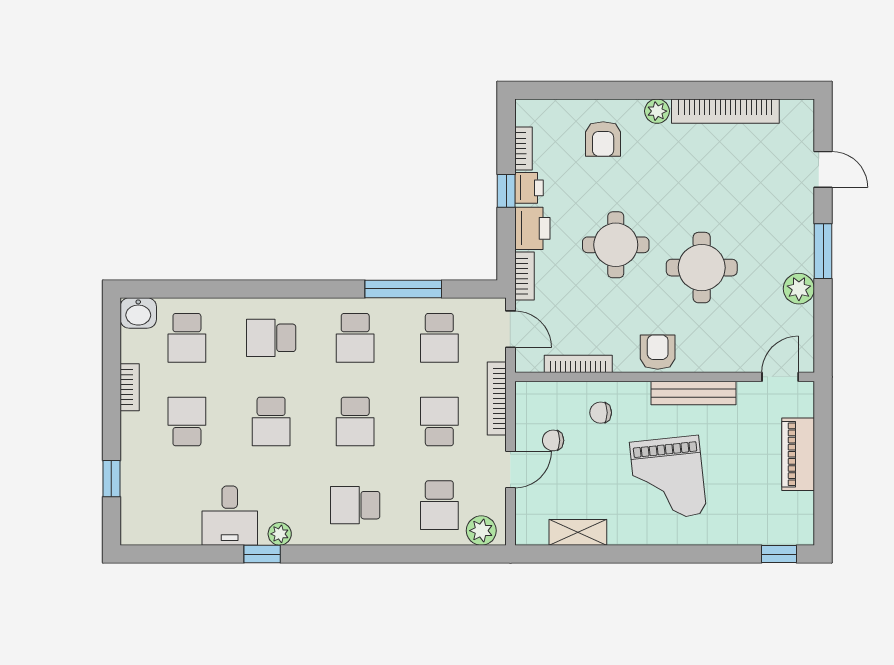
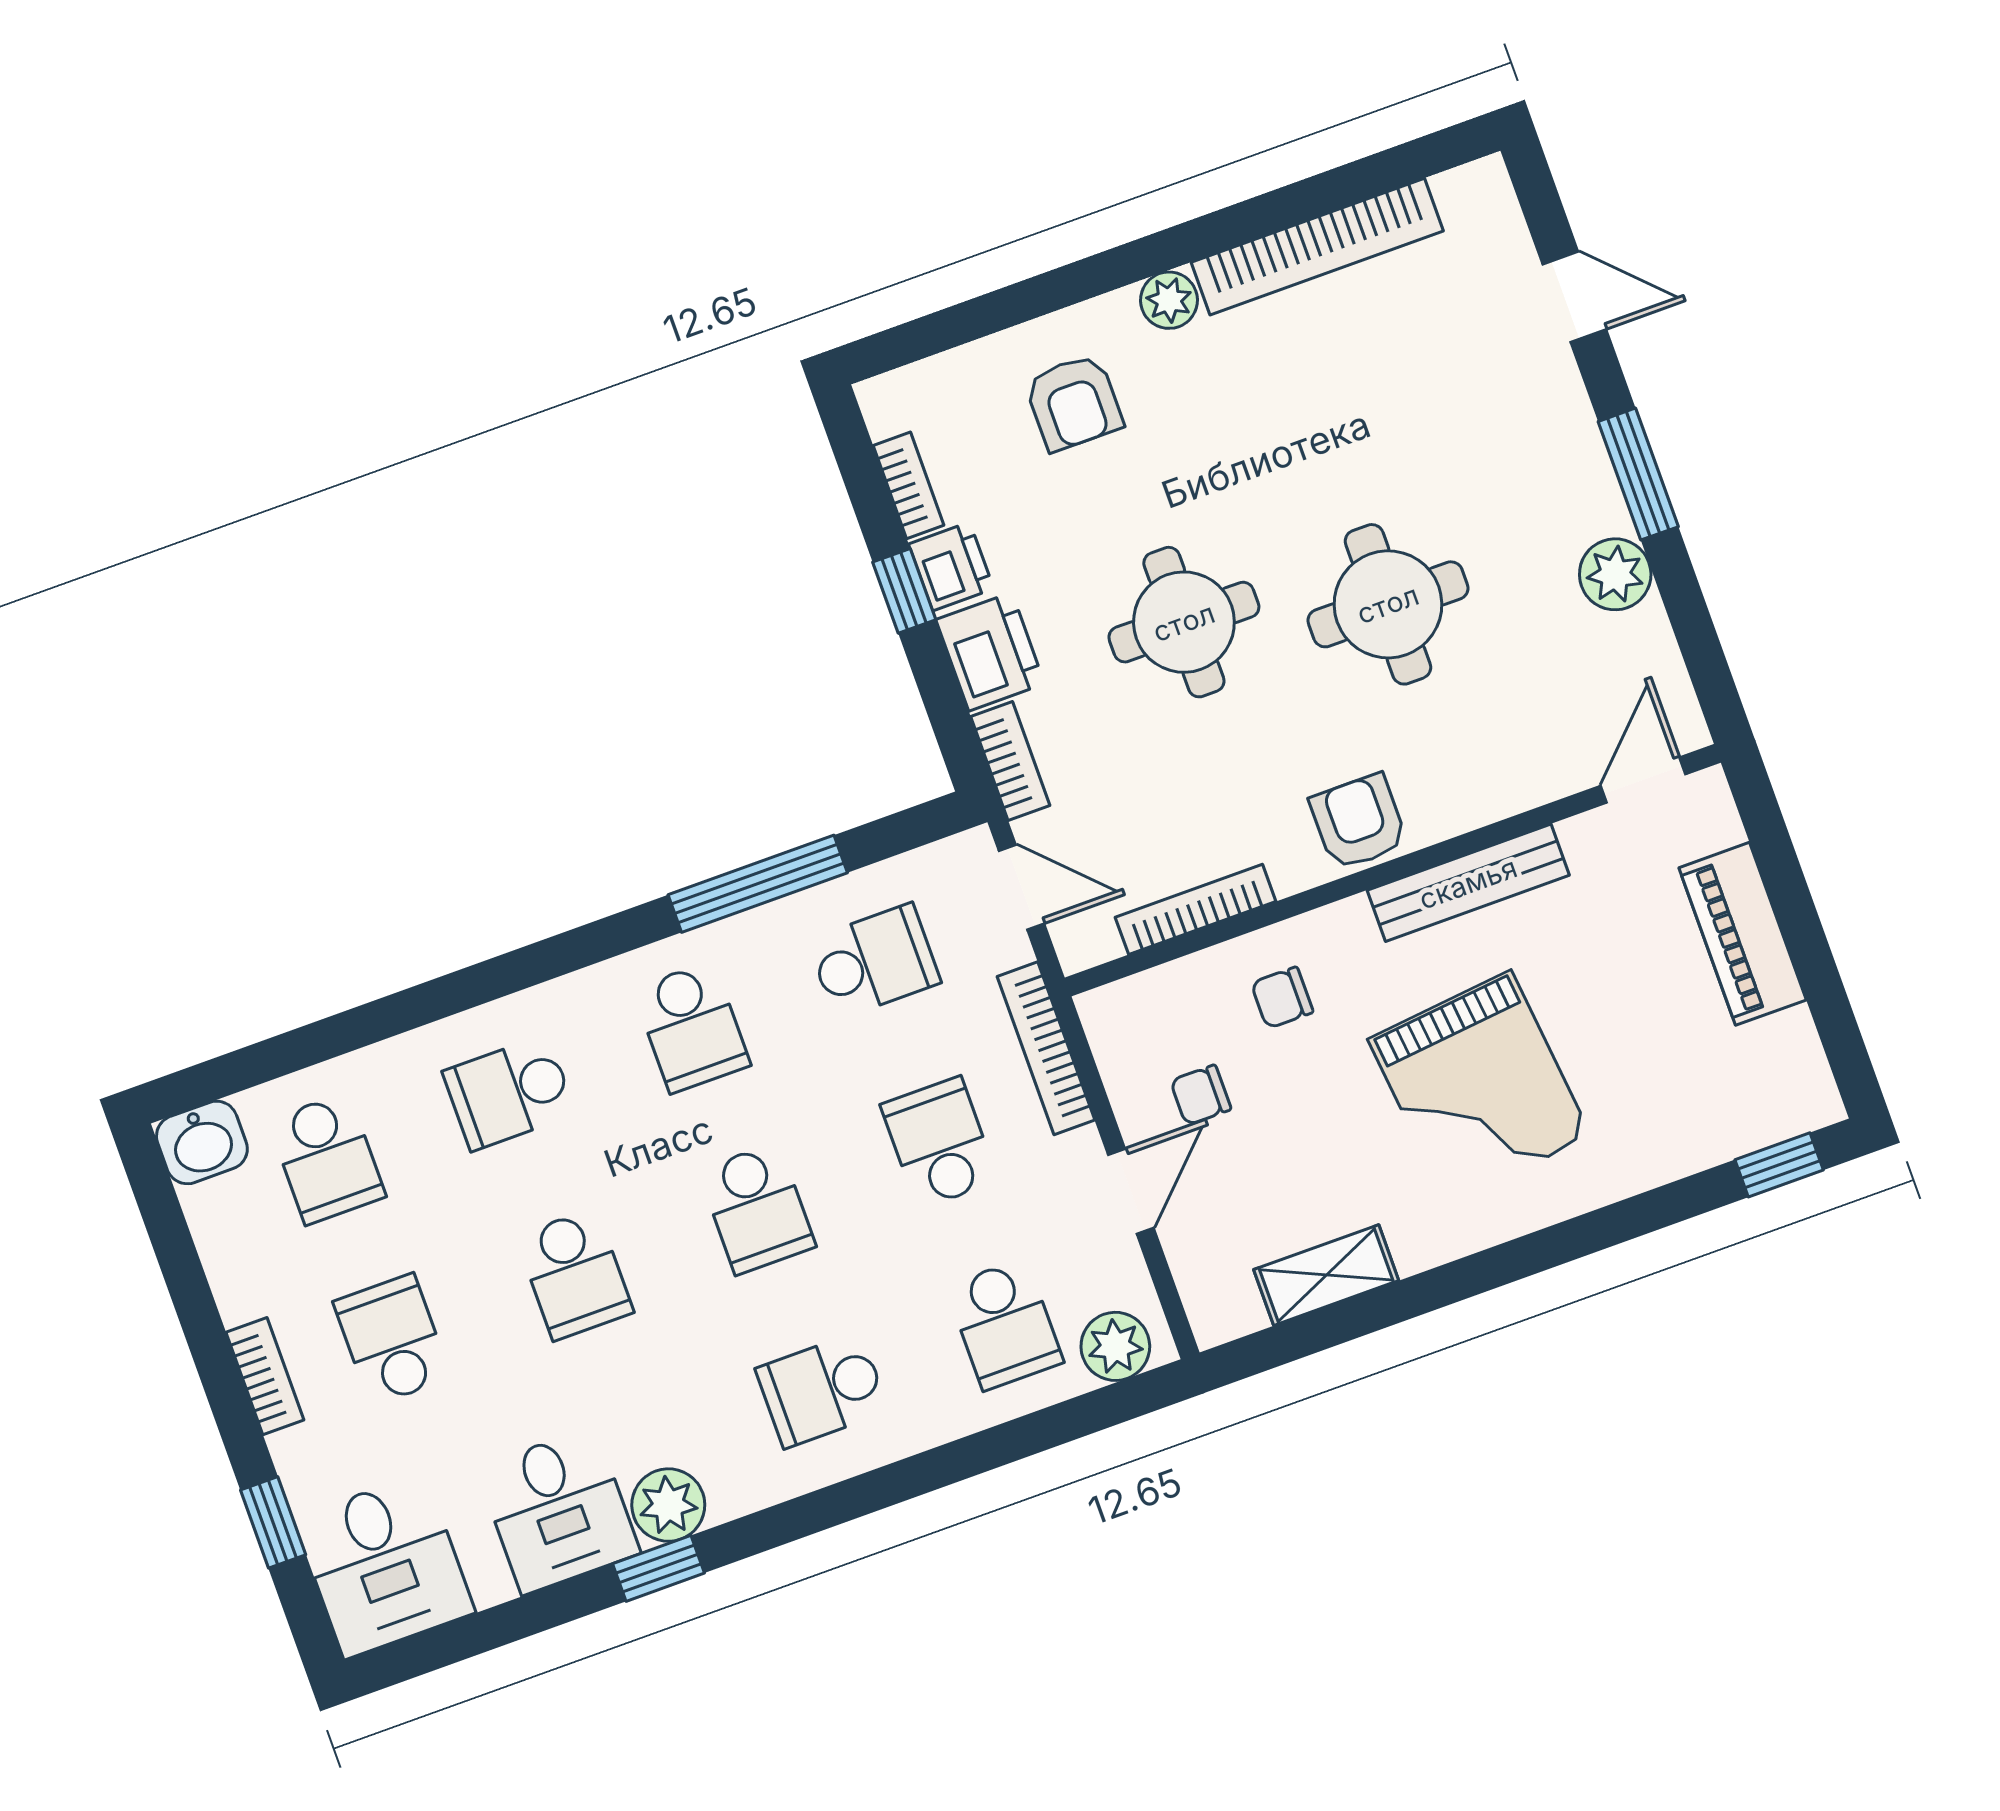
school desk: (439, 338) -> (874, 961), turned -90
bookcase: (130, 387) -> (265, 1376), moved
desk: (151, 513) -> (384, 1566), added
plant: (280, 534) -> (668, 1505), width x1.38, depth x1.38

